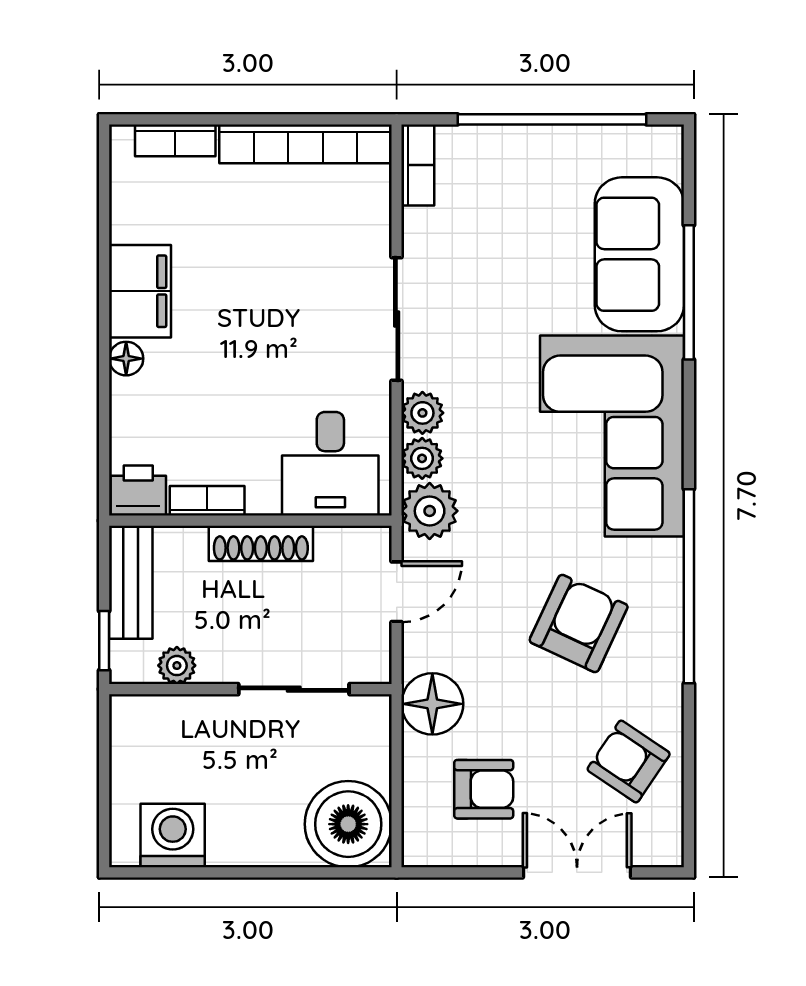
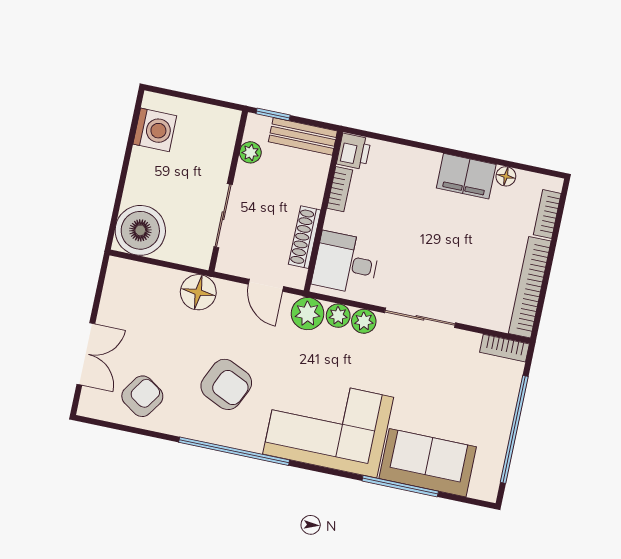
floor lamp: (126, 359) -> (506, 176), moved
shoe rack: (261, 543) -> (305, 237), moved
armchair: (484, 789) -> (144, 311), removed

